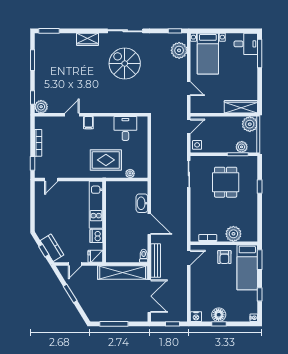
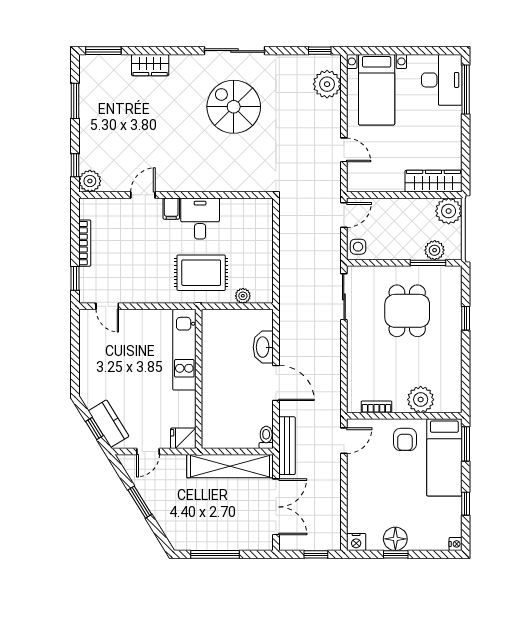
wardrobe: (88, 39) -> (150, 65), moved
desk: (246, 44) -> (442, 80), width x1.37
desk: (125, 128) -> (200, 219), moved
door: (51, 180) -> (107, 306), hinge flipped
dishwasher: (96, 236) -> (185, 403), removed

